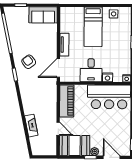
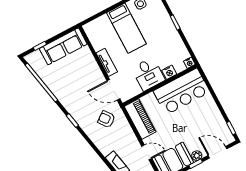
sofa: (43, 15) -> (63, 46), width x1.36
armchair: (29, 62) -> (106, 119), moved
door: (58, 68) -> (113, 90), hinge flipped

